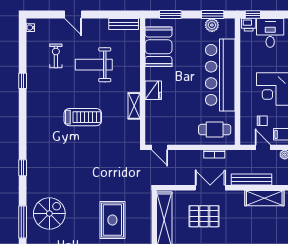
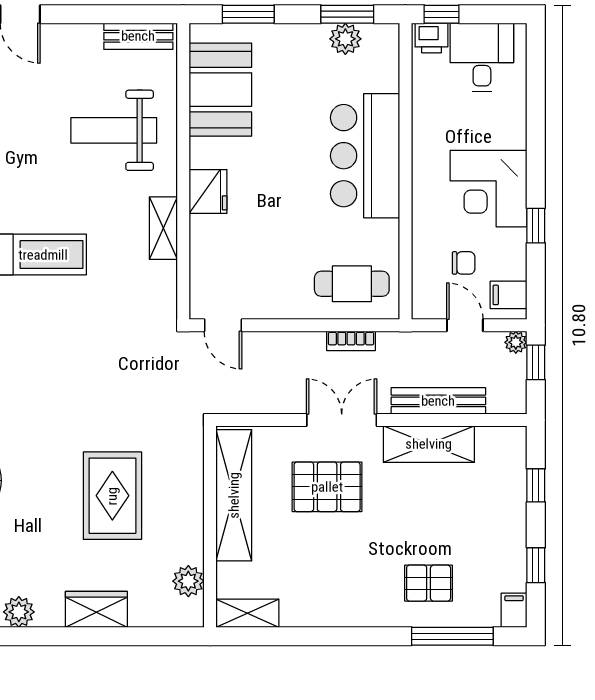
weight bench: (94, 65) -> (114, 130), moved
bar counter: (220, 75) -> (365, 156), width x0.73
shelving: (264, 198) -> (429, 444), moved

